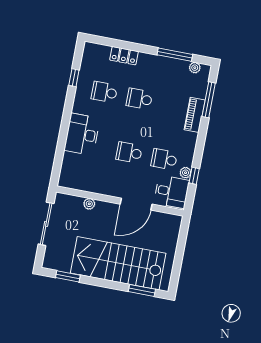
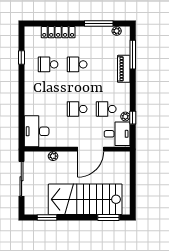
locker: (124, 56) -> (58, 32), width x1.53
desk: (82, 134) -> (37, 131), moved

